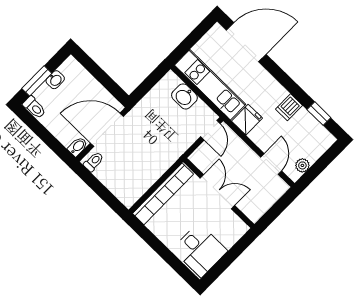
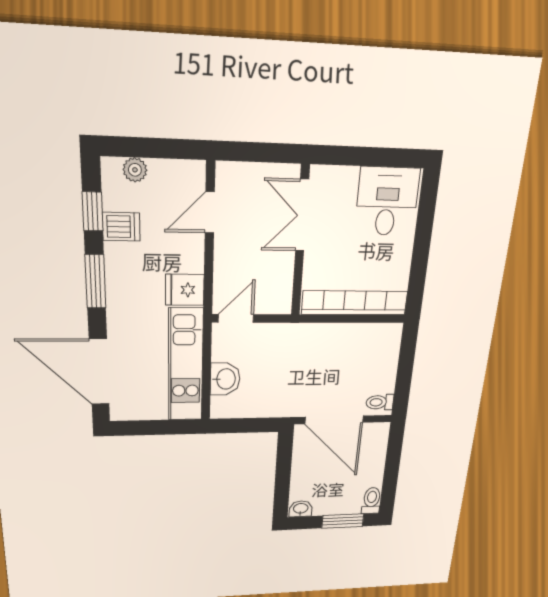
washbasin: (55, 80) -> (301, 509), moved
window: (289, 84) -> (95, 281), added
dishwasher: (289, 107) -> (121, 227), moved
bidet: (78, 147) -> (377, 430), removed
plant: (302, 165) -> (135, 170), moved
double door: (217, 192) -> (302, 216), moved

